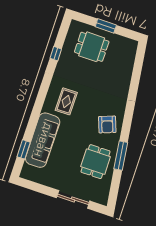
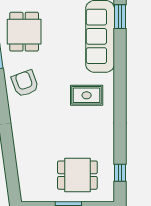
window: (56, 54) -> (120, 173), moved
rug: (66, 101) -> (87, 95), turned 90

